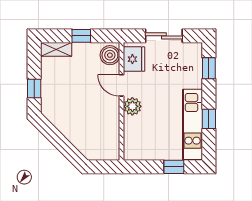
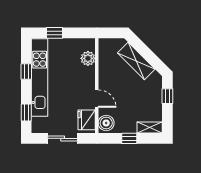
plant: (132, 106) -> (88, 58), moved
kitchen unit: (193, 124) -> (40, 78), width x1.36
shelving: (73, 132) -> (136, 61), added

